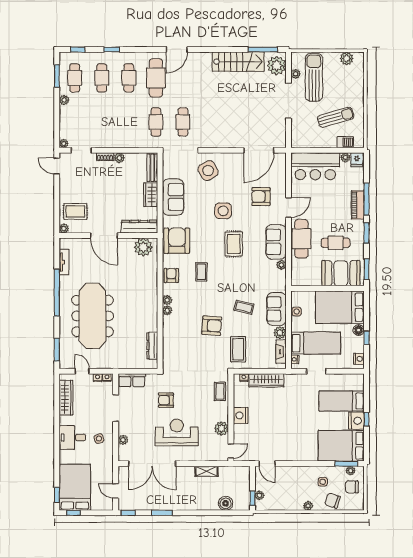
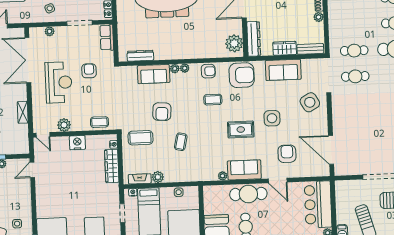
sofa: (277, 309) -> (154, 74), moved, turned 180

